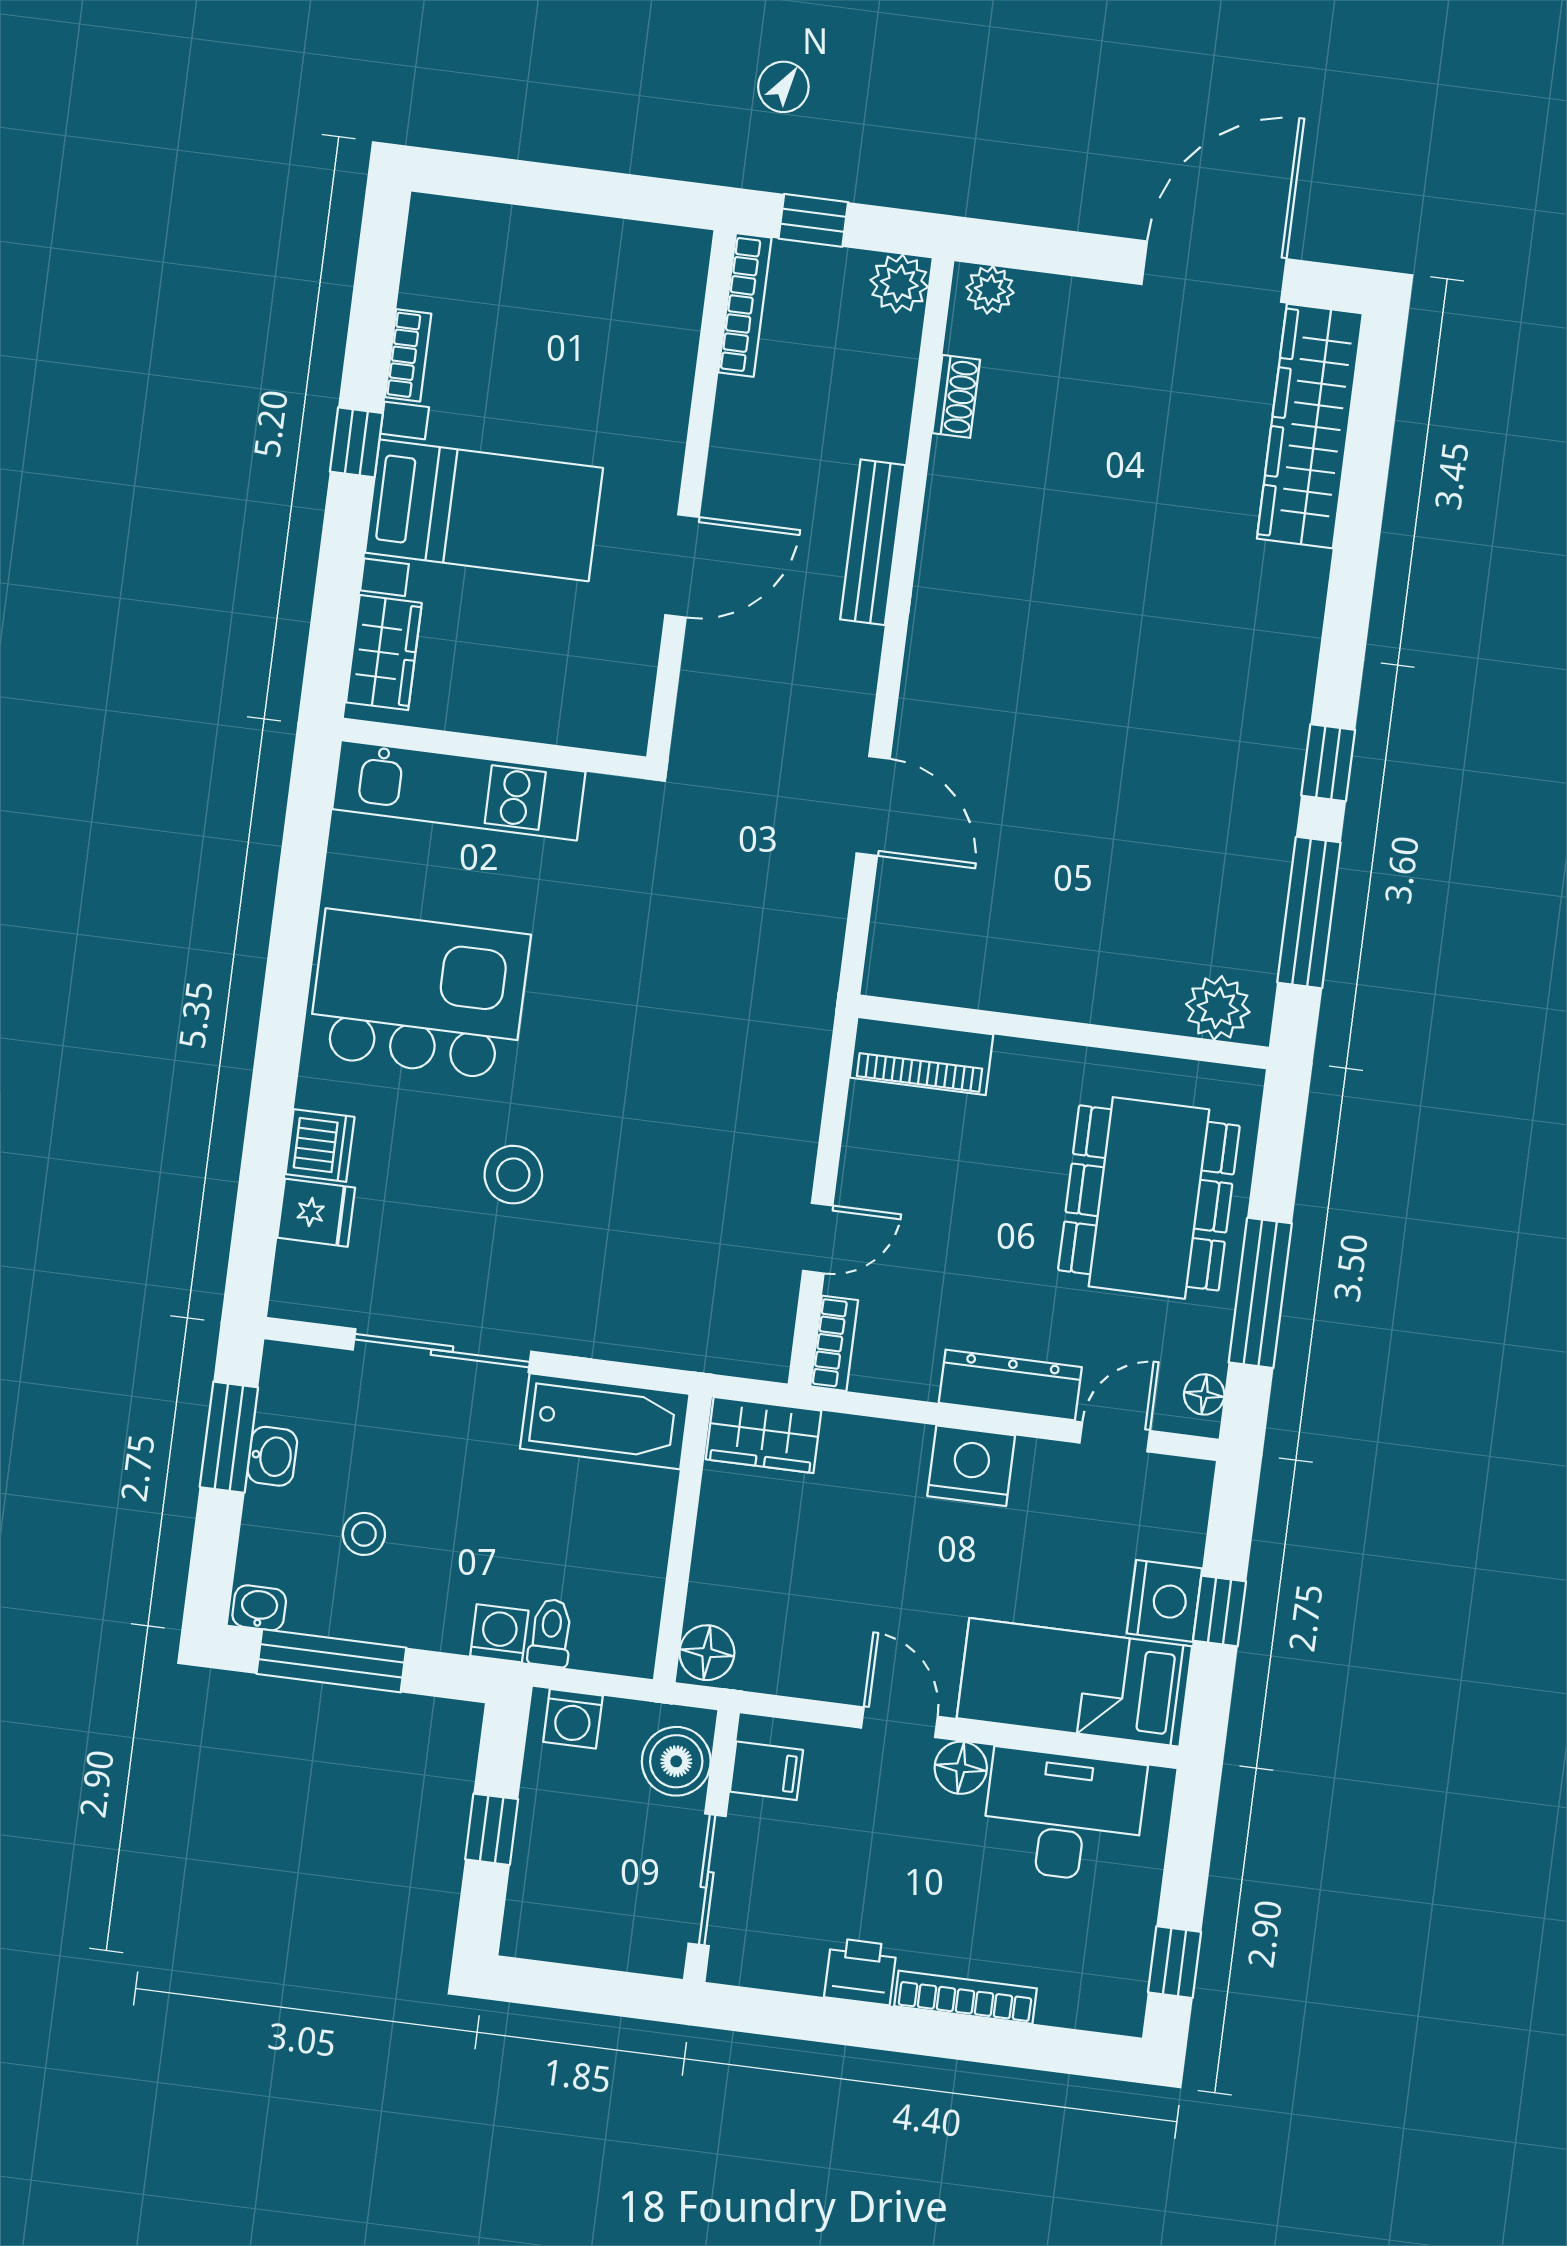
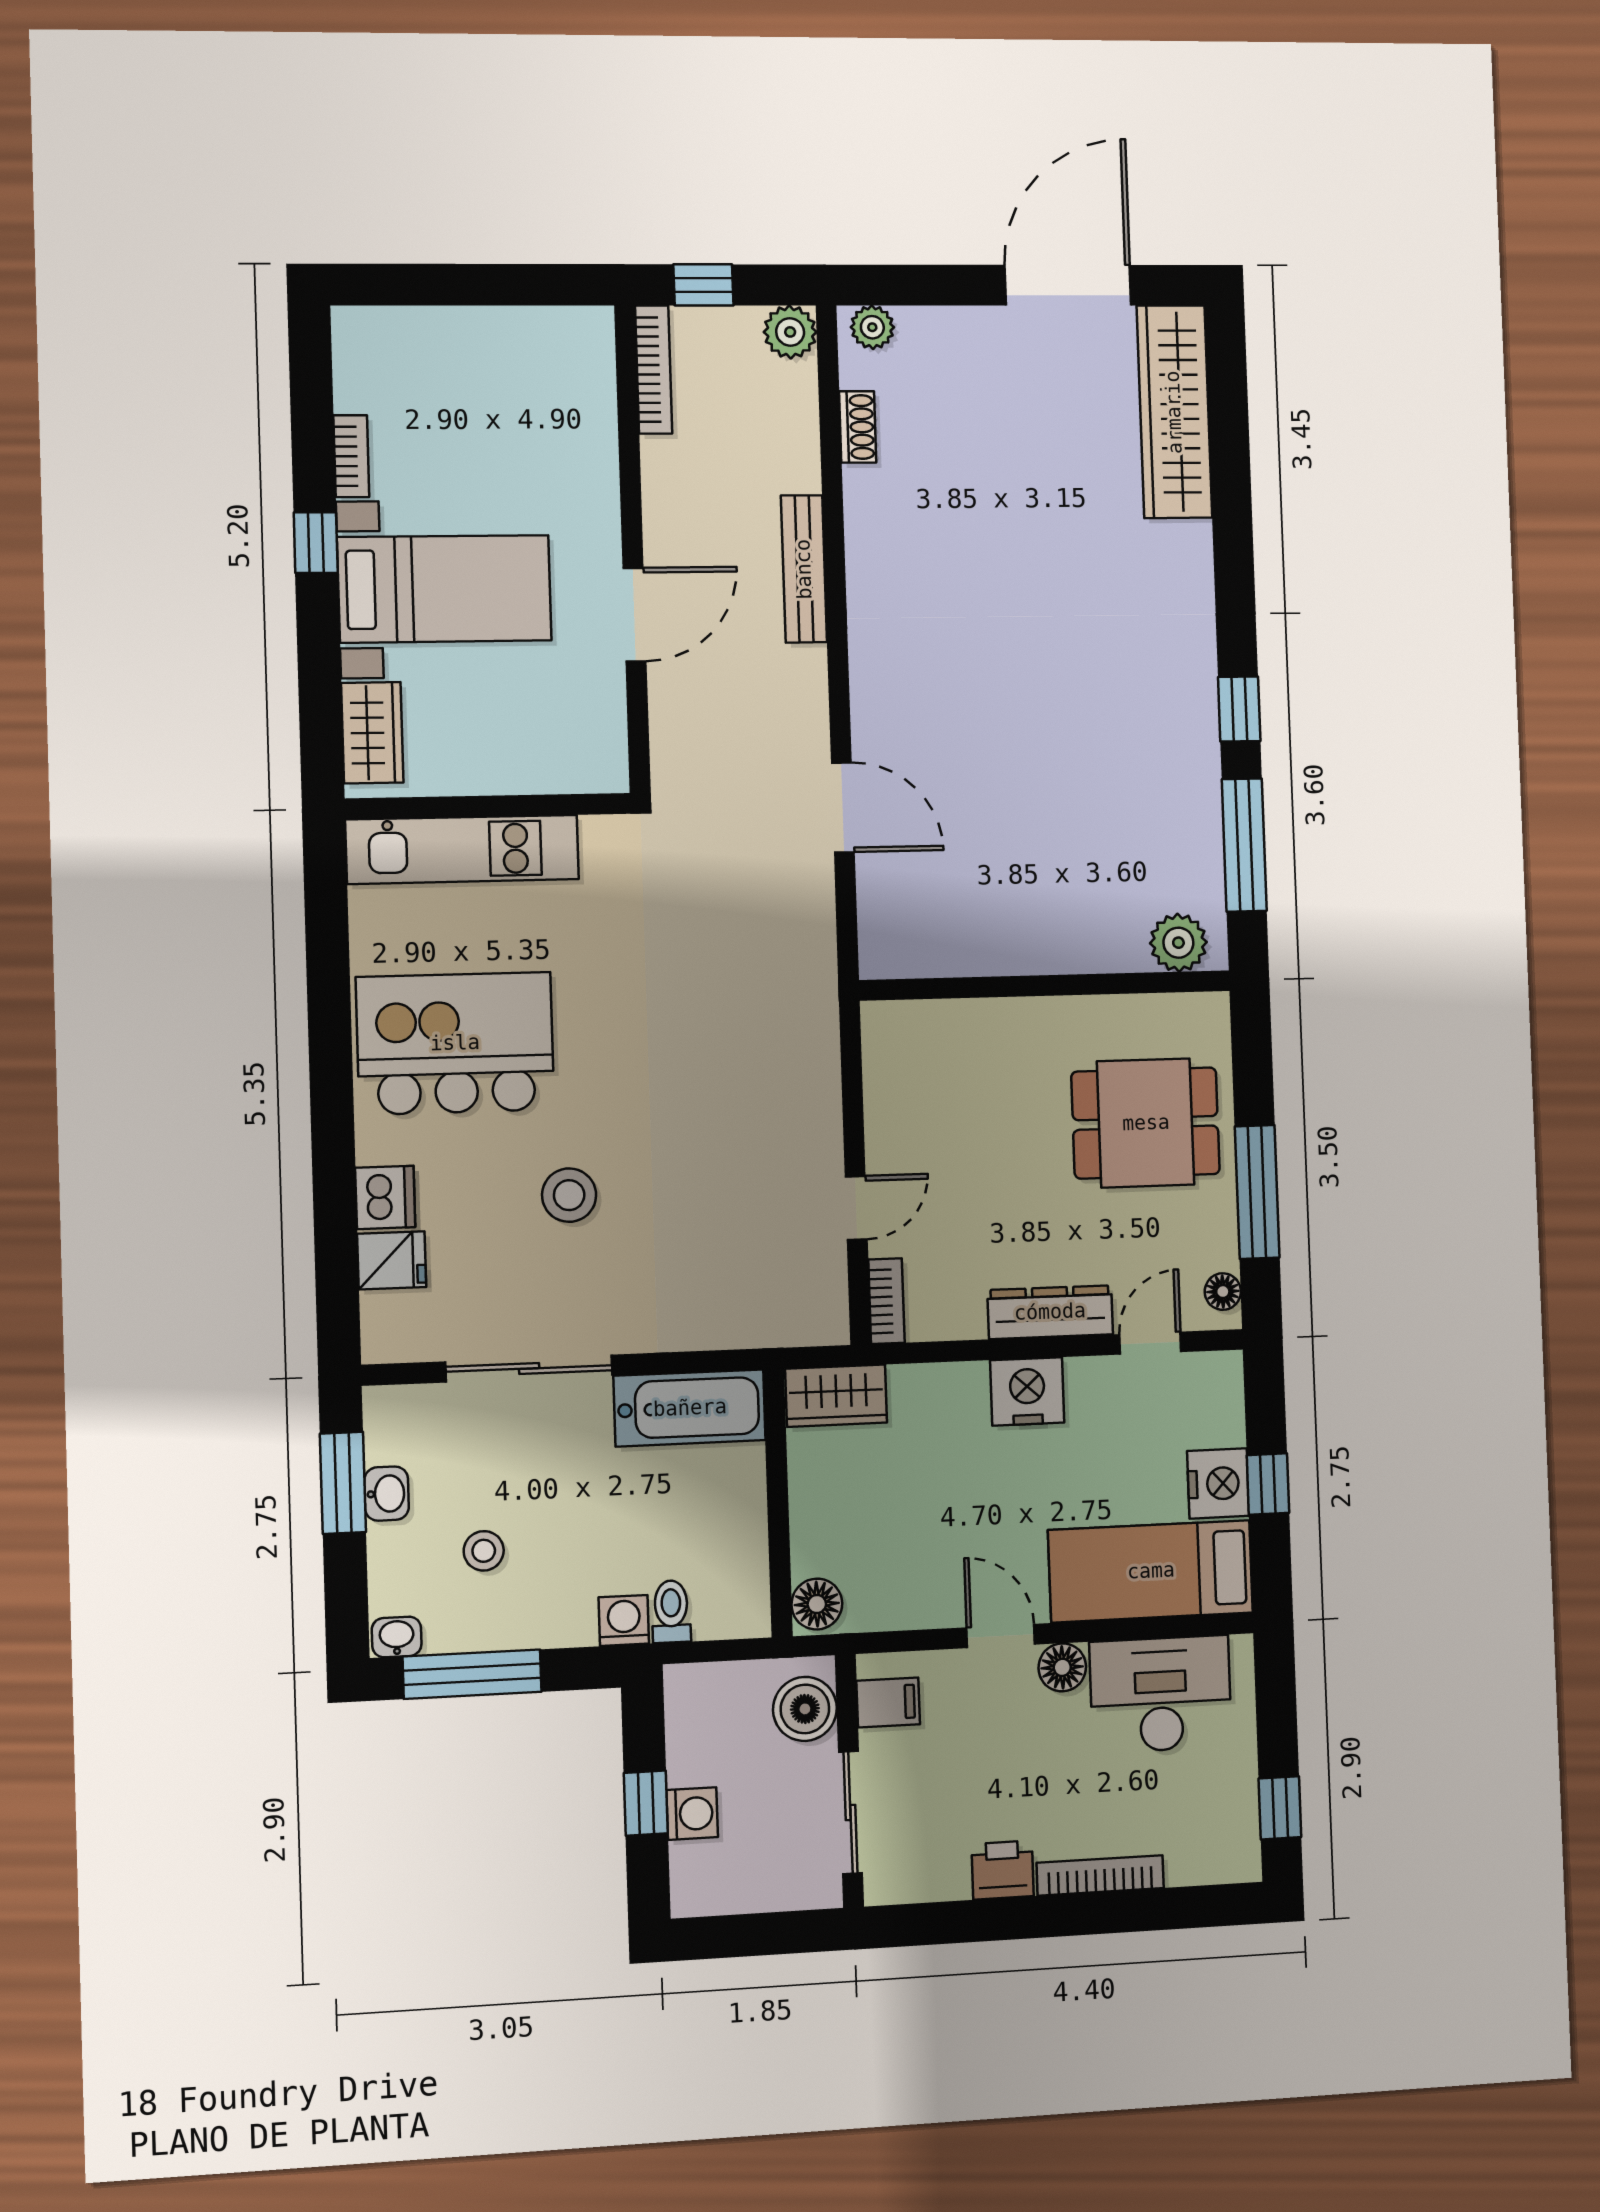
piano: (922, 1056) -> (923, 1027), removed
dining table: (1149, 1198) -> (1146, 1123), width x0.73
washing machine: (573, 1719) -> (692, 1814), moved, turned -90

